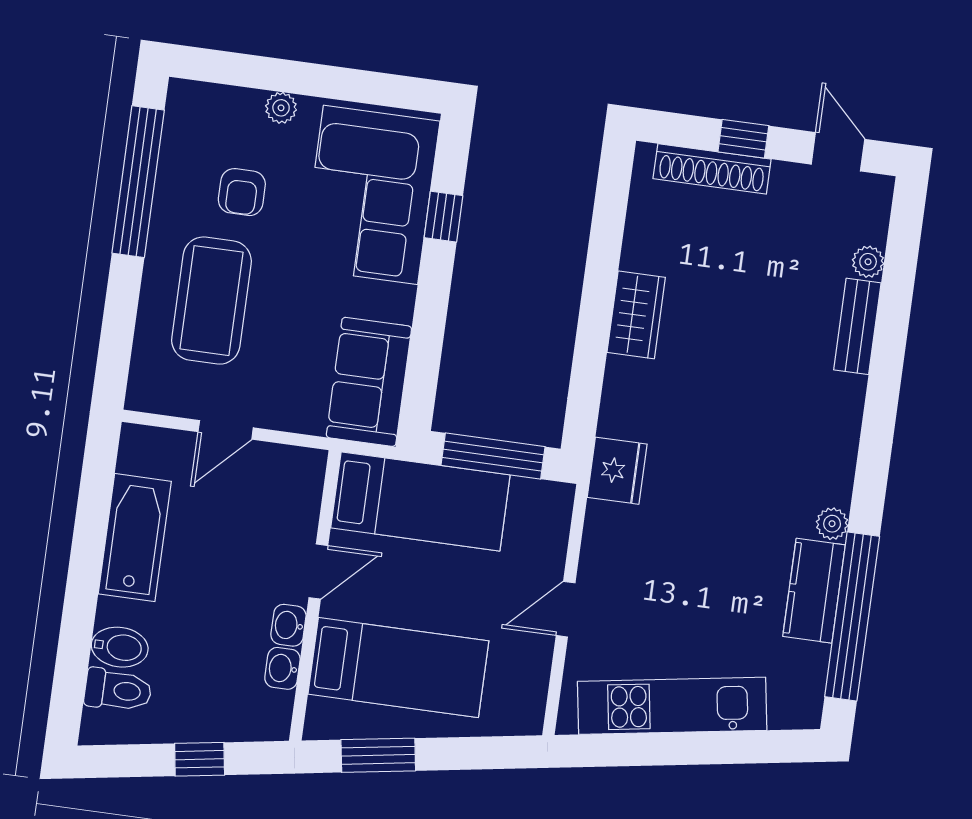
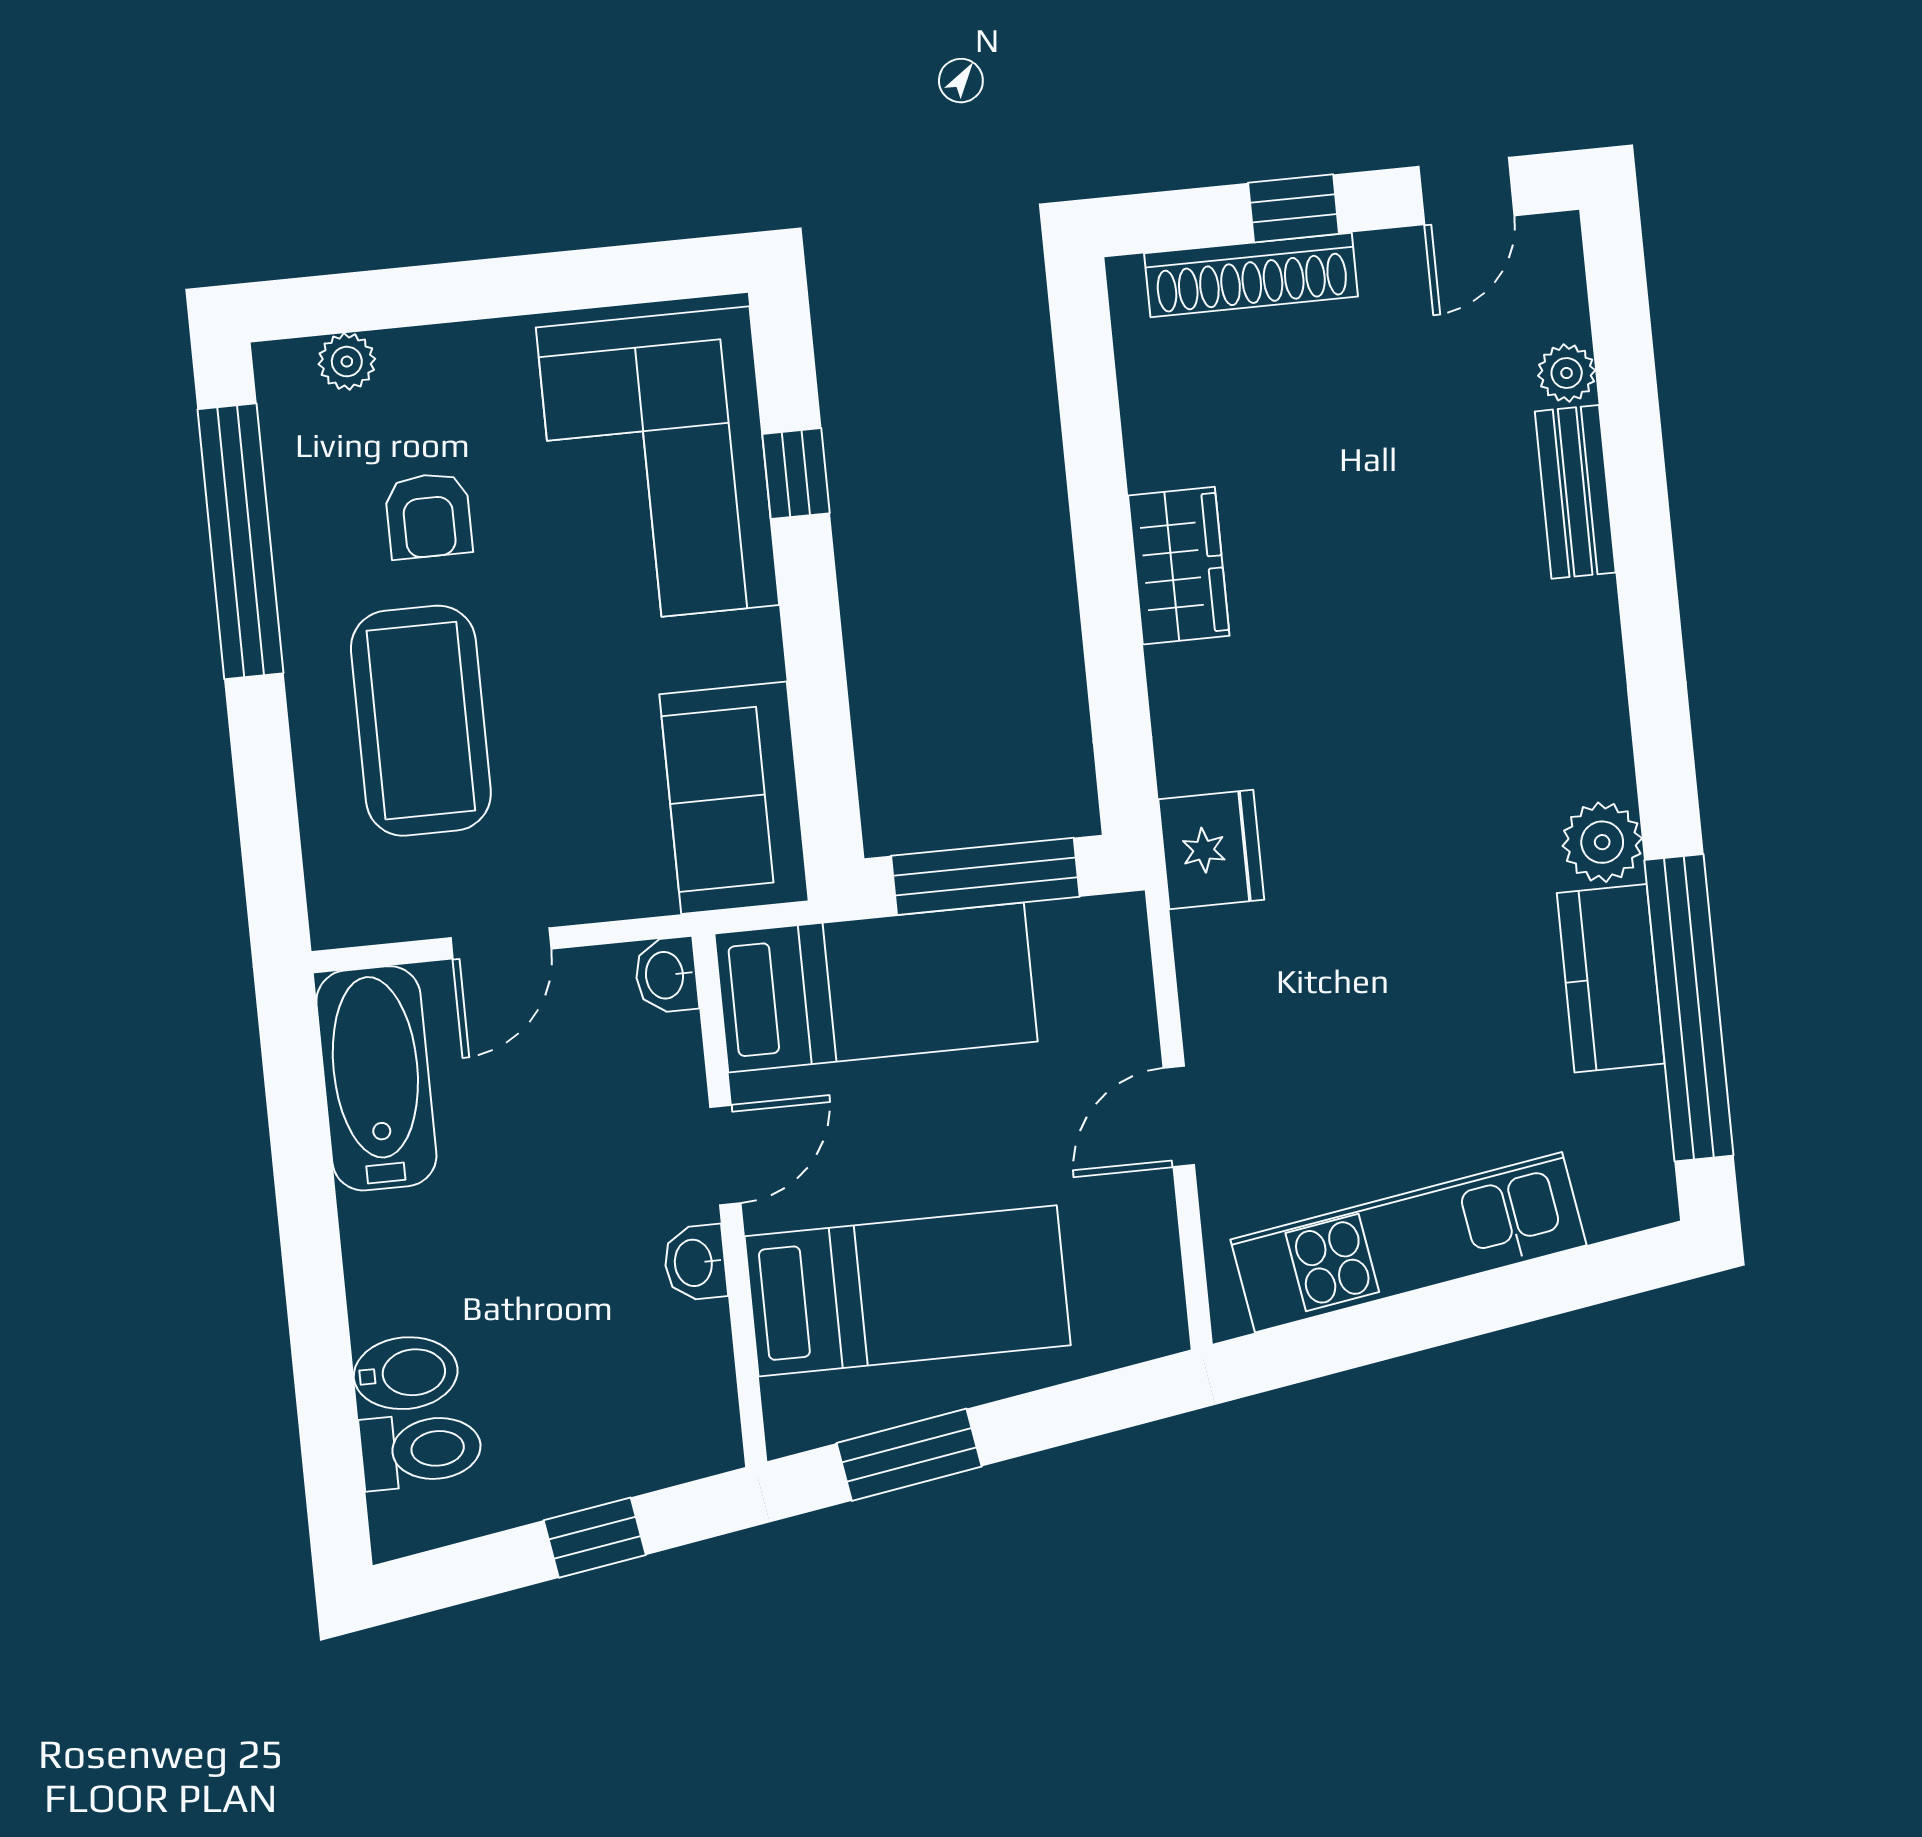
plant: (281, 108) -> (347, 362), moved
door: (838, 152) -> (1466, 191), swing flipped
plant: (832, 524) -> (1602, 842), width x1.38, depth x1.38
bathtub: (135, 538) -> (376, 1078), moved
washbasin: (282, 668) -> (666, 975), moved

